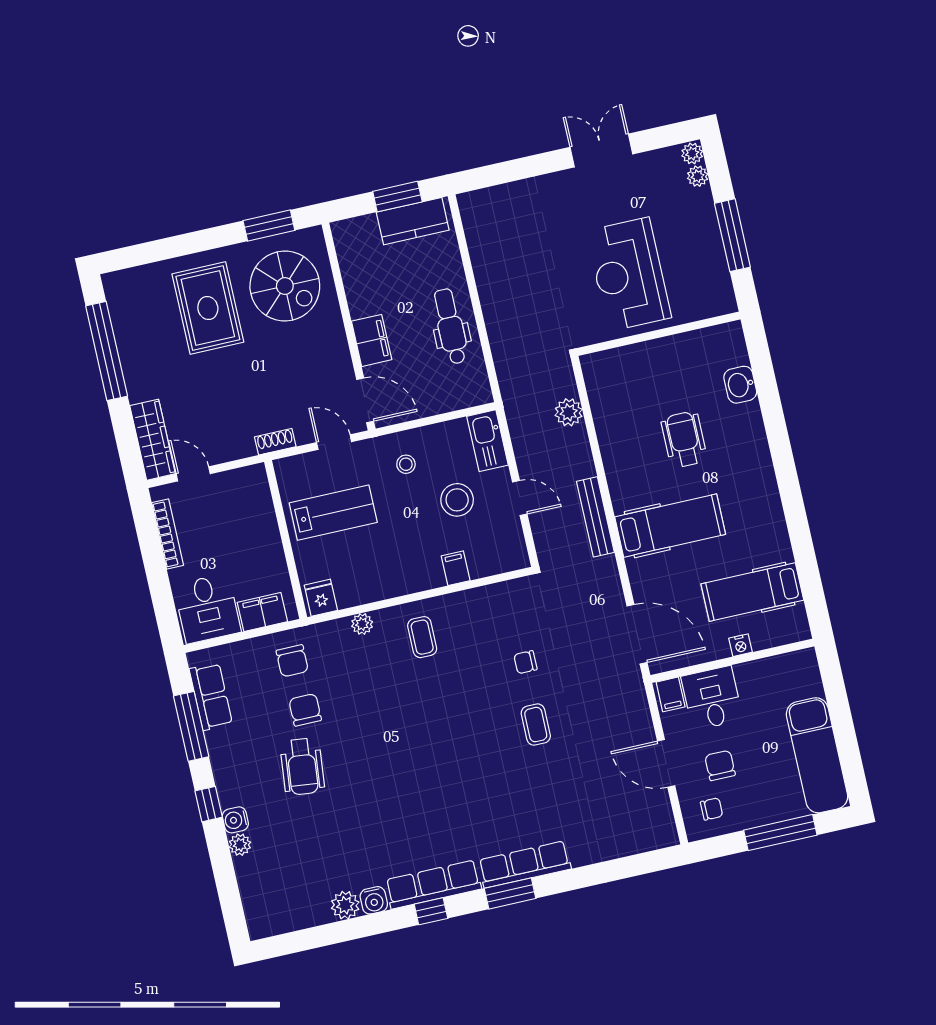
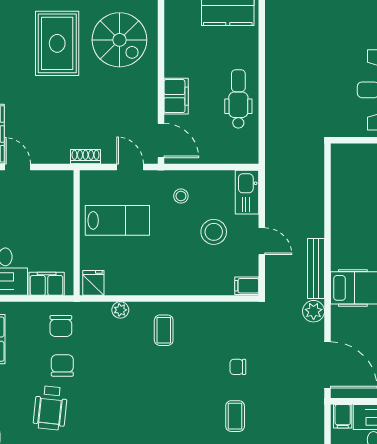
plant: (569, 412) -> (314, 311), moved
filing cabinet: (456, 568) -> (247, 286), moved, turned -90

